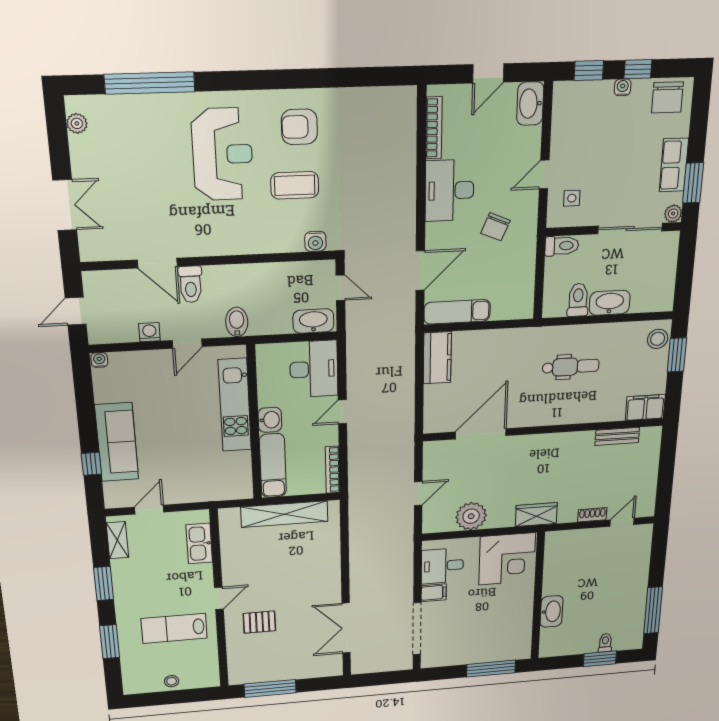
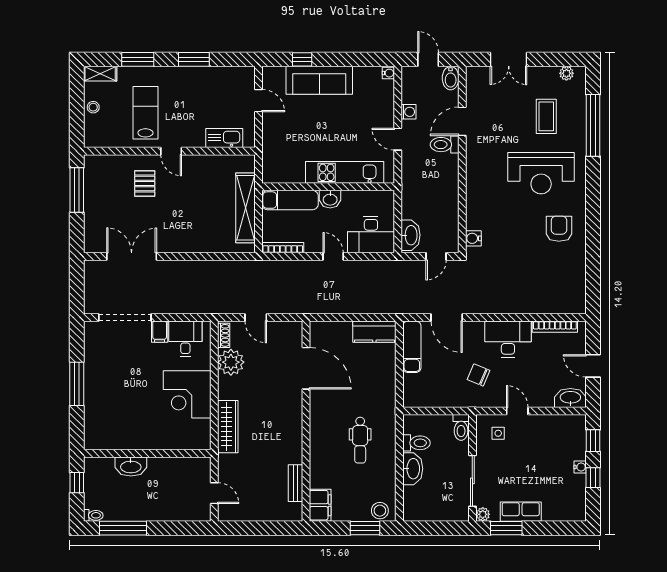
chair: (667, 97) -> (572, 502), removed
coffee table: (295, 185) -> (546, 116), moved
bidet: (237, 322) -> (451, 78), moved, turned 90
wardrobe: (536, 515) -> (228, 427), width x1.50
shoe rack: (592, 515) -> (224, 335), moved
shelving: (117, 540) -> (100, 74), moved
wall: (538, 596) -> (147, 453), moved
washbasin: (552, 611) -> (131, 466), moved
toilet: (605, 643) -> (93, 515), moved
window: (600, 659) -> (77, 483), width x0.67

